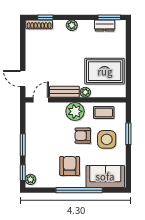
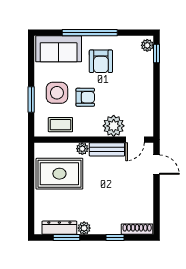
window: (45, 17) -> (115, 237), moved
window: (109, 17) -> (66, 237), moved
plant: (72, 25) -> (84, 228), moved
dresser: (105, 26) -> (59, 228), width x1.44
plant: (75, 111) -> (114, 126), moved
window: (23, 145) -> (157, 86), removed

